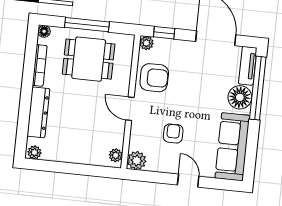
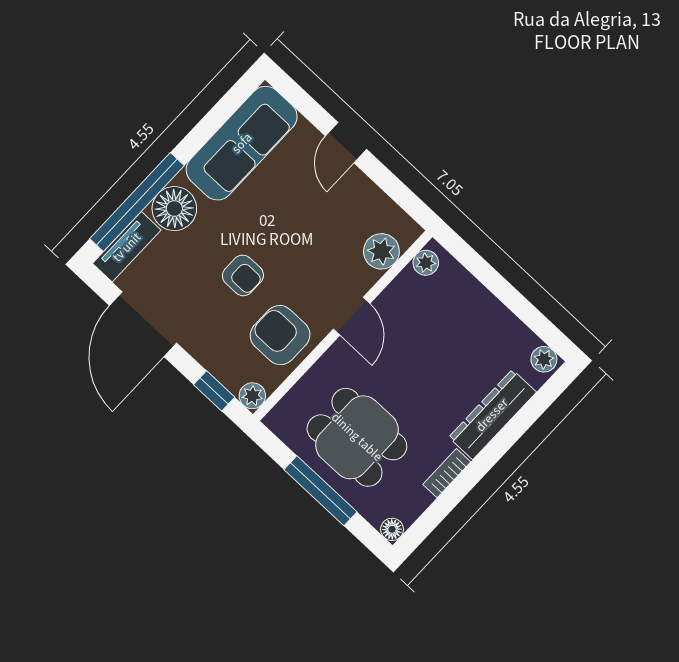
bookcase: (40, 65) -> (447, 473), width x0.64
armchair: (173, 133) -> (243, 275), moved, turned -90
plant: (137, 161) -> (381, 251), moved

